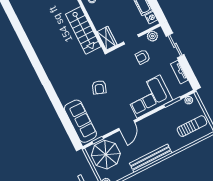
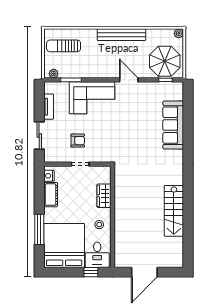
stairs: (83, 30) -> (174, 211), moved, turned 180
plant: (152, 36) -> (57, 157), removed
wardrobe: (107, 38) -> (104, 196), moved
armchair: (99, 87) -> (137, 132), removed
sofa: (80, 121) -> (173, 125), moved
door: (127, 125) -> (129, 80), hinge flipped

